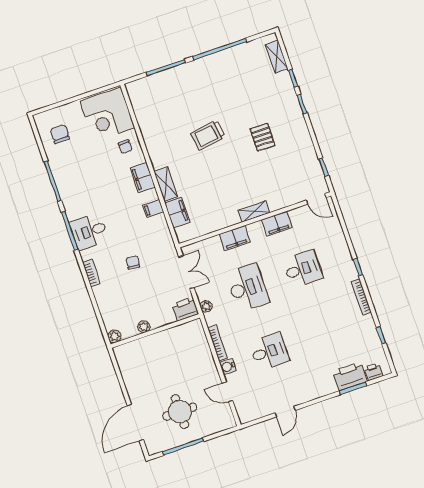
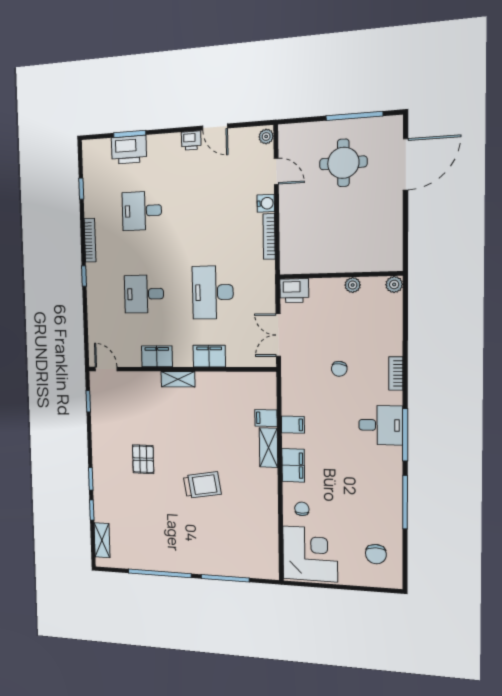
filing cabinet: (177, 212) -> (266, 418), width x0.50
plant: (206, 306) -> (266, 136), moved
desk: (269, 352) -> (142, 211), moved
printer: (374, 372) -> (191, 141), moved
door: (285, 412) -> (215, 127), swing flipped

